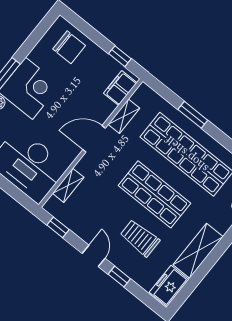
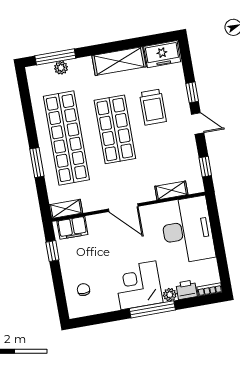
chair: (69, 47) -> (83, 290), width x0.54, depth x0.54
shelving: (124, 116) -> (66, 209), moved
door: (94, 256) -> (198, 123), swing flipped

